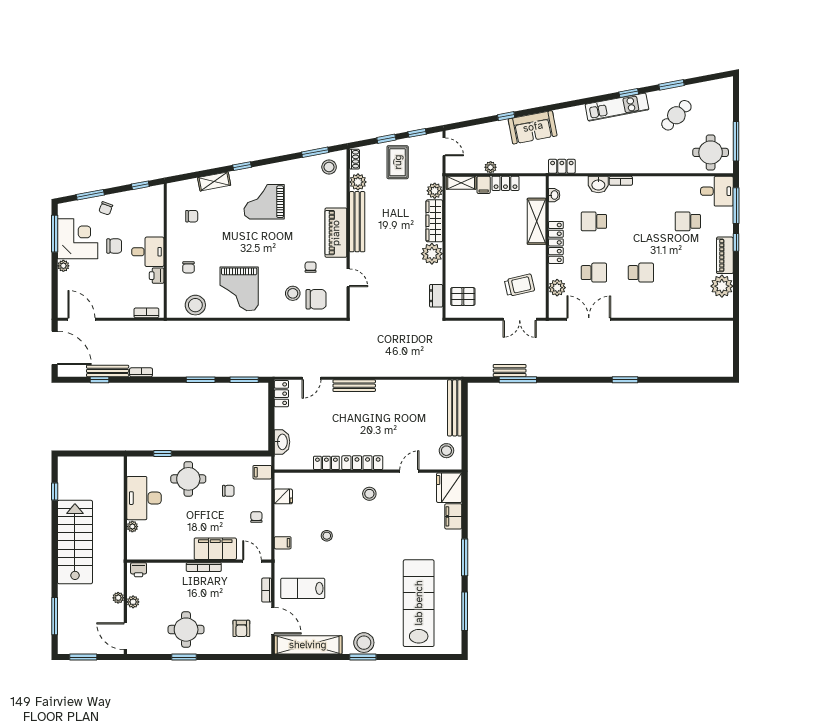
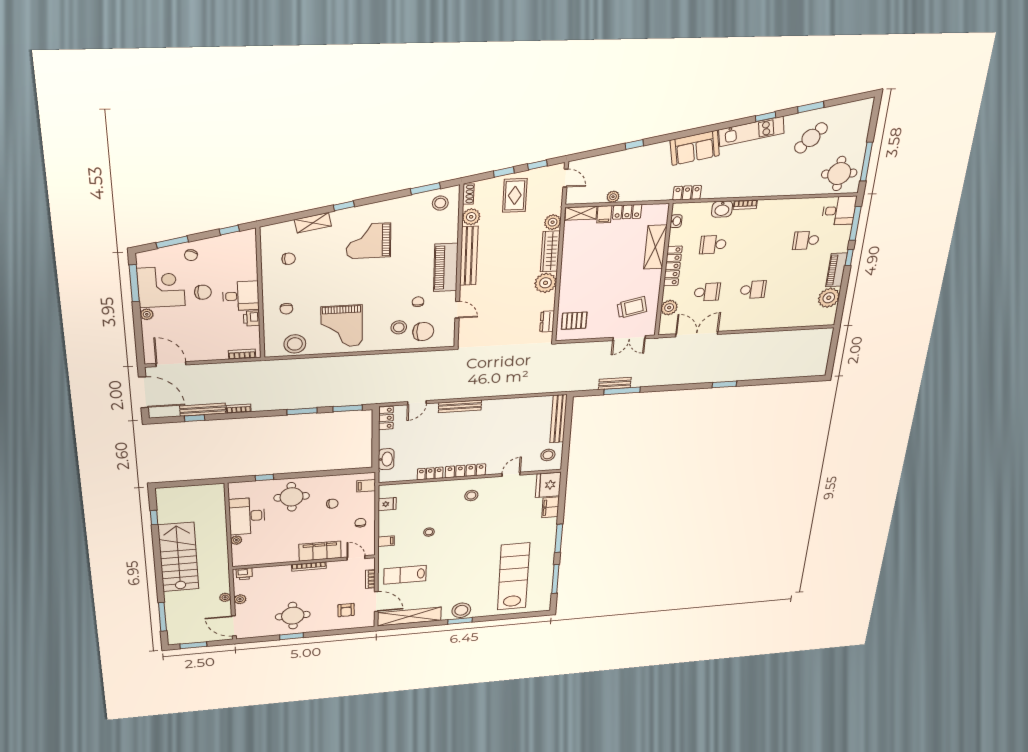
sofa: (533, 127) -> (695, 148), moved

